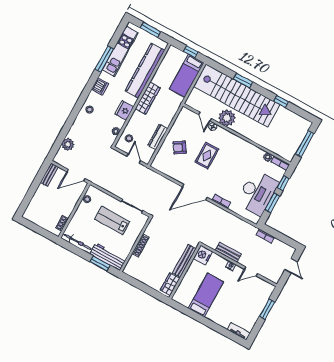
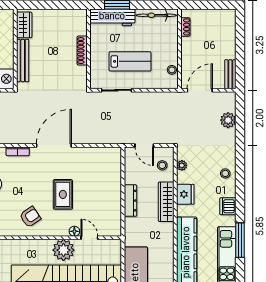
wardrobe: (148, 98) -> (166, 202), moved
dresser: (158, 137) -> (130, 201), moved
armchair: (180, 148) -> (30, 217), moved

